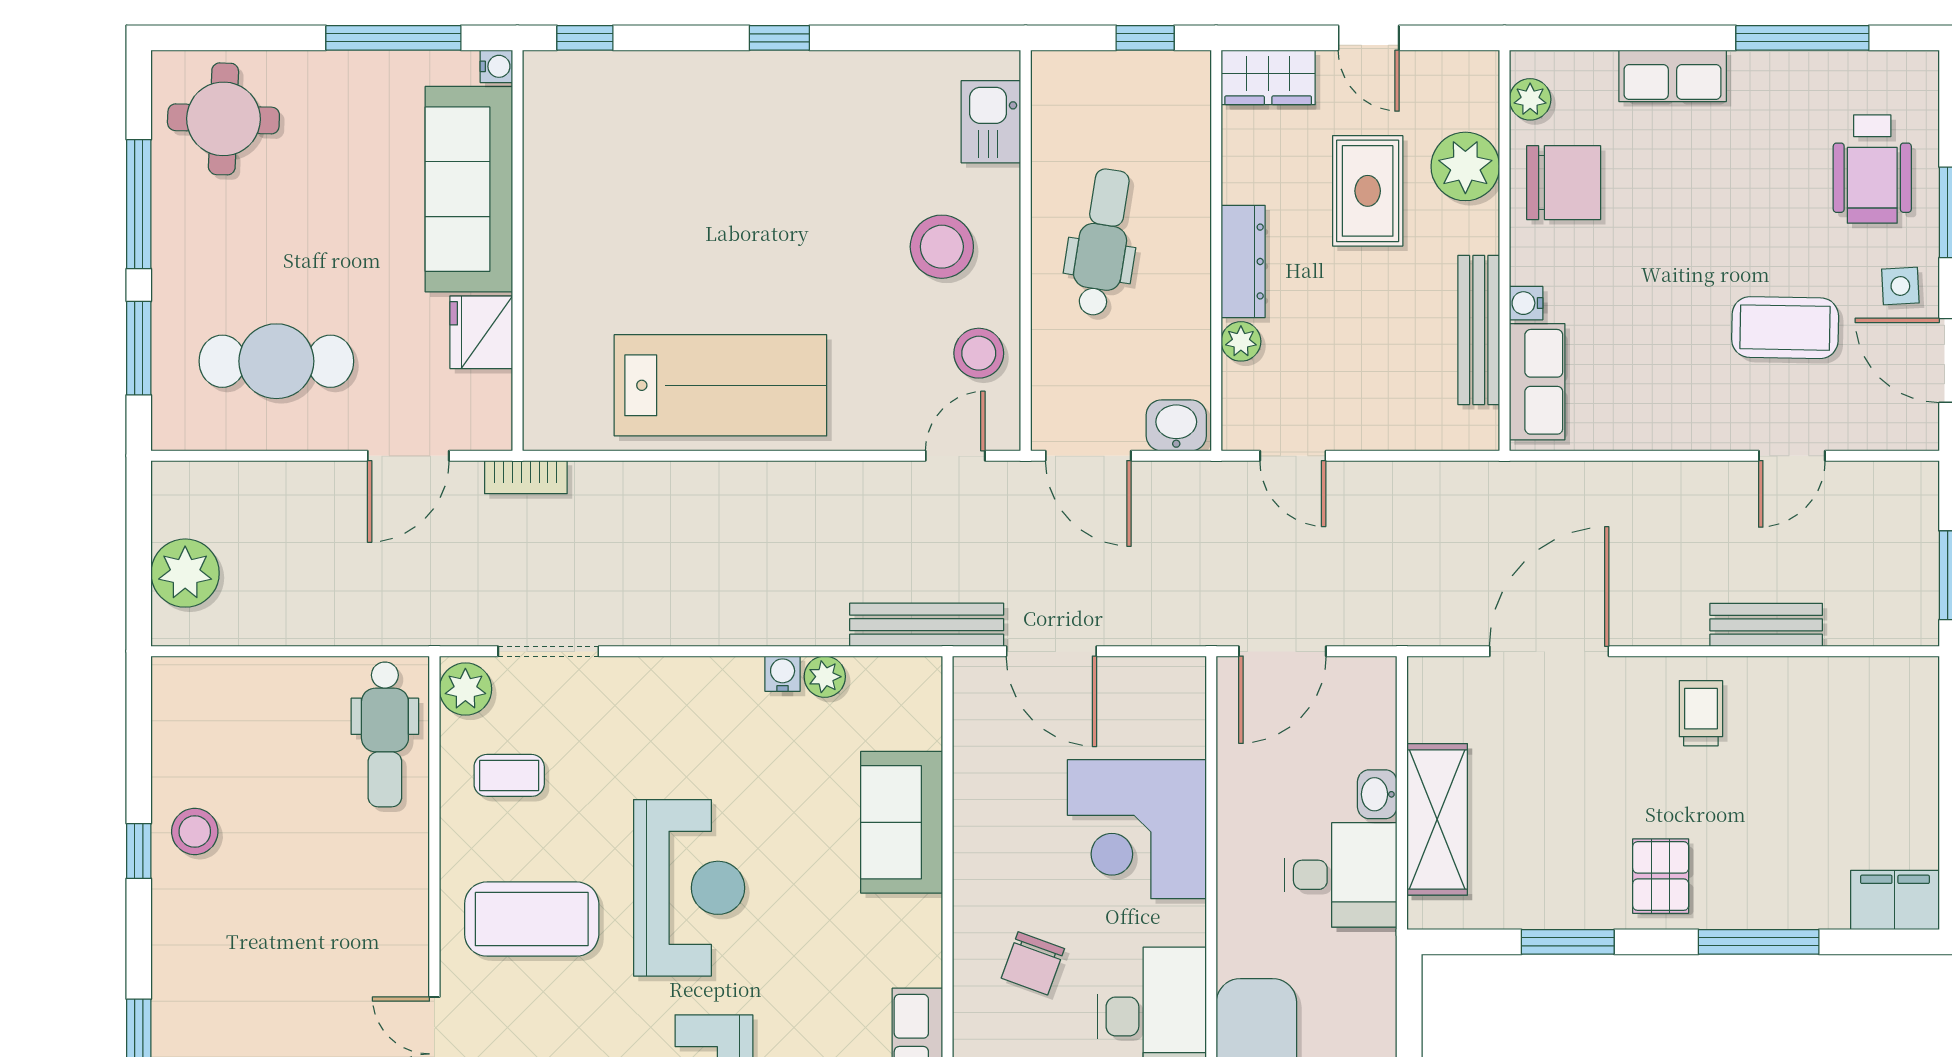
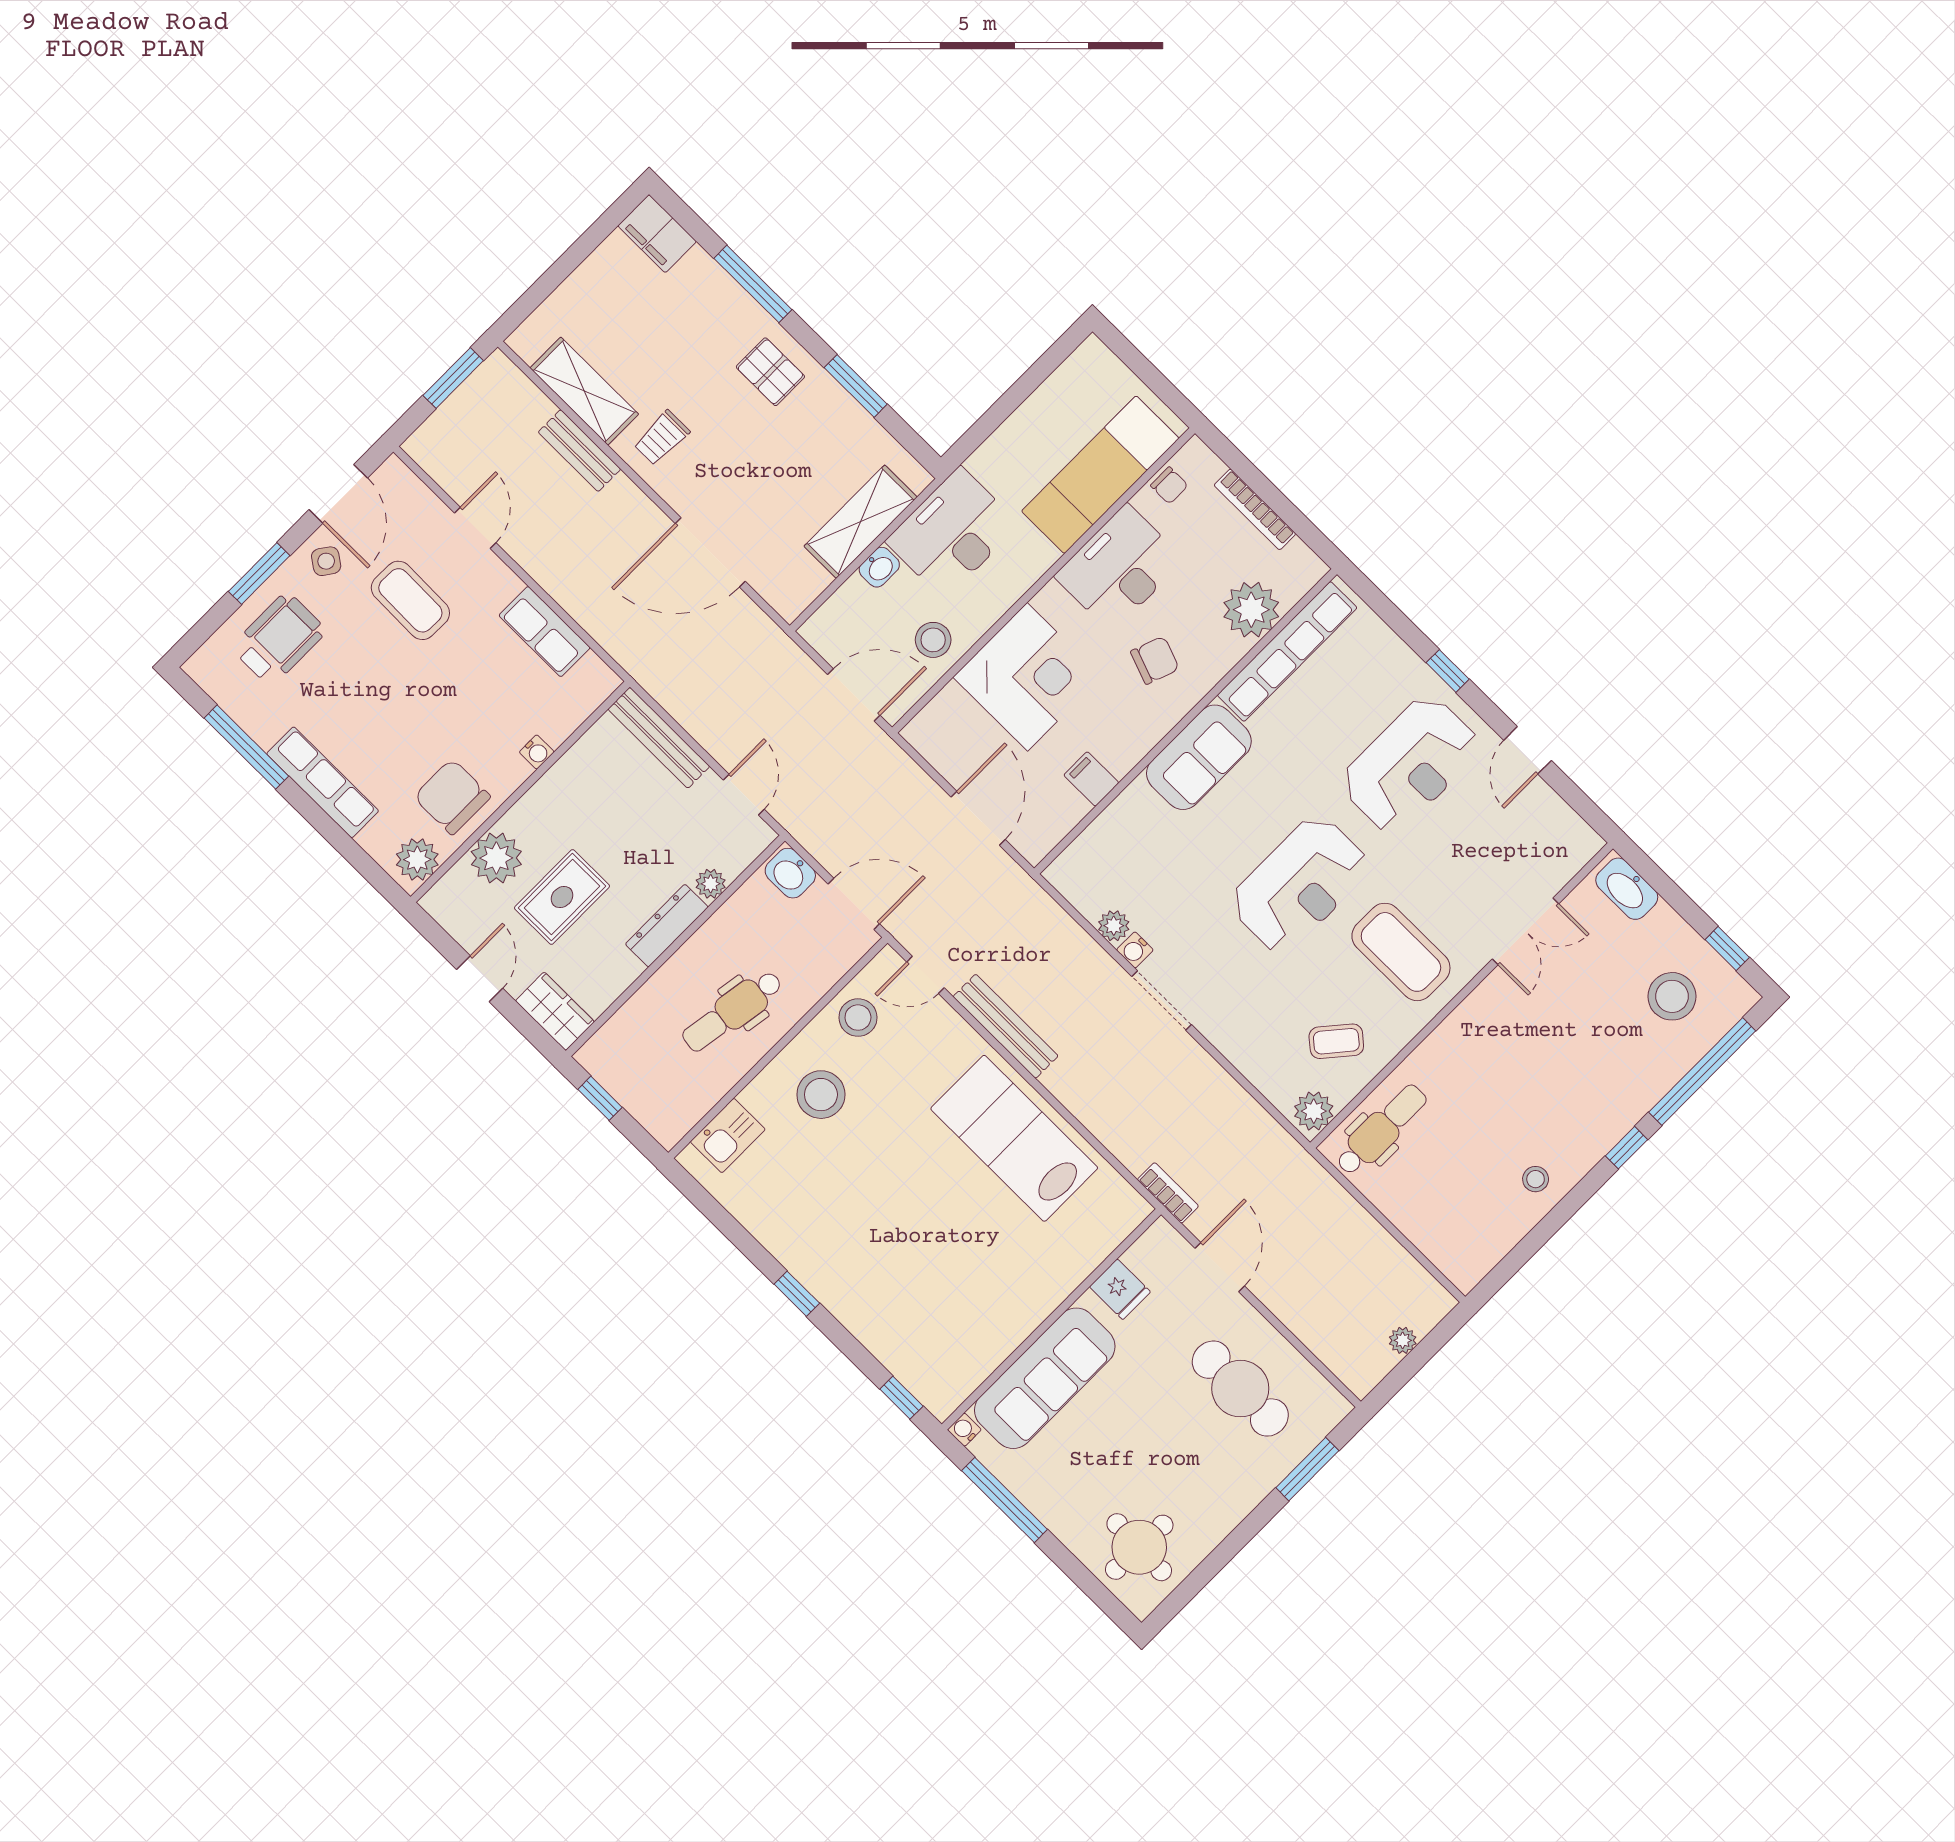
row of seats: (1673, 76) -> (323, 782), width x1.48
plant: (1530, 99) -> (417, 860), width x1.38, depth x1.38
window: (139, 204) -> (1230, 1547), removed
side table: (1900, 286) -> (326, 561), turned 38
bench: (1479, 330) -> (659, 738), moved, turned 90
fridge: (481, 332) -> (1120, 1289), width x0.72
row of seats: (1537, 382) -> (545, 632), moved, turned -90
door: (408, 456) -> (1220, 1267), hinge flipped
door: (1088, 456) -> (854, 904), hinge flipped
door: (1792, 456) -> (475, 528), hinge flipped
plant: (185, 573) -> (1403, 1340), width x0.53, depth x0.53
bench: (927, 625) -> (1006, 1026), moved
doorway: (548, 651) -> (1162, 1001), moved
shelving: (1817, 685) -> (584, 391), added
coffee table: (509, 775) -> (1336, 1041), turned -50
stool: (1259, 776) -> (933, 640), added
filing cabinet: (982, 793) -> (1091, 779), added
sofa: (902, 822) -> (1199, 757), moved
stool: (195, 832) -> (1536, 1179), width x0.73, depth x0.73
window: (139, 851) -> (1627, 1148), moved
desk: (1341, 875) -> (952, 533), width x1.37
pallet: (1661, 876) -> (770, 372), turned 90
reception desk: (689, 888) -> (1300, 885), turned 180

